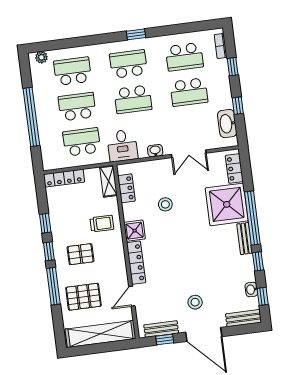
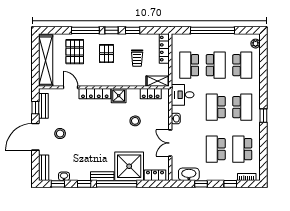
school desk: (82, 142) -> (189, 65), turned 180
trolley: (102, 224) -> (137, 58), moved

